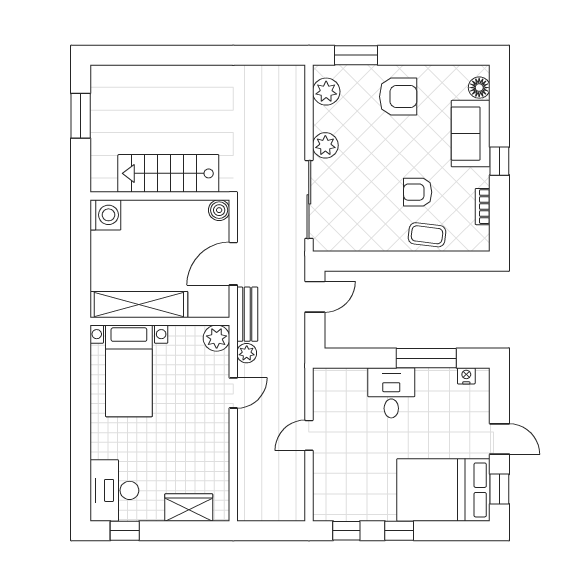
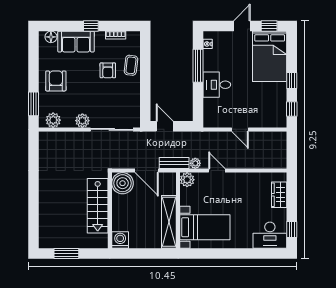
boiler: (219, 210) -> (123, 183), width x1.86, depth x1.86

